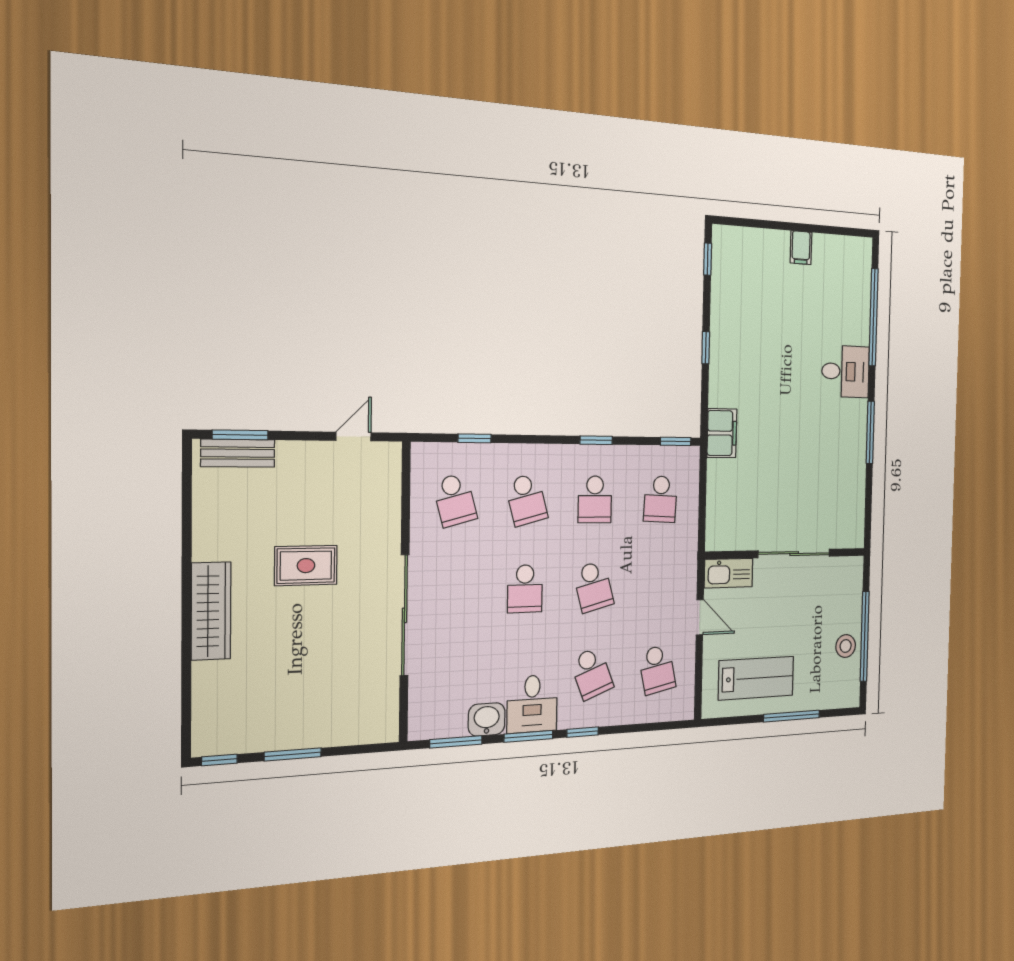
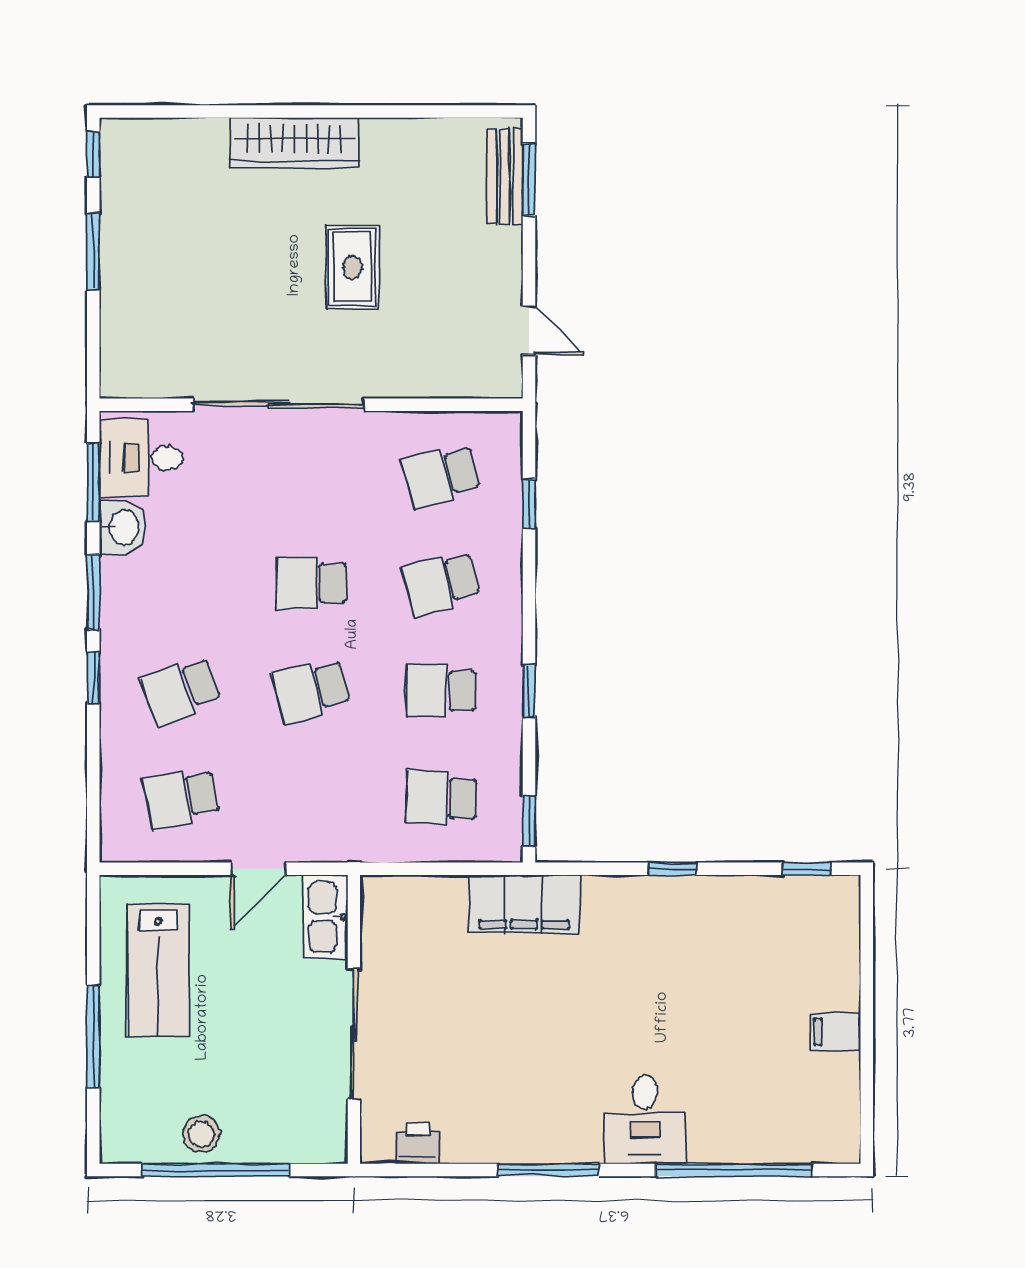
filing cabinet: (722, 433) -> (524, 904), width x1.50, depth x1.17
printer: (854, 513) -> (418, 1143), added
desk: (532, 704) -> (141, 458), moved

